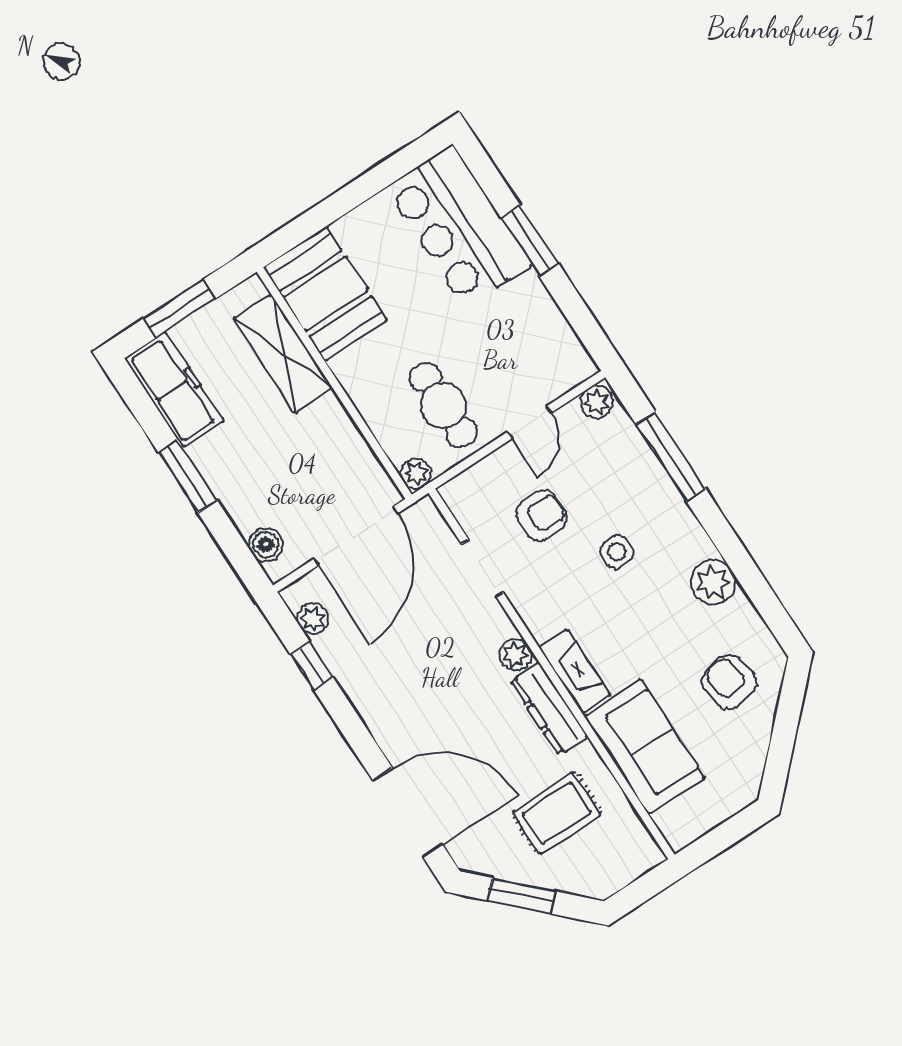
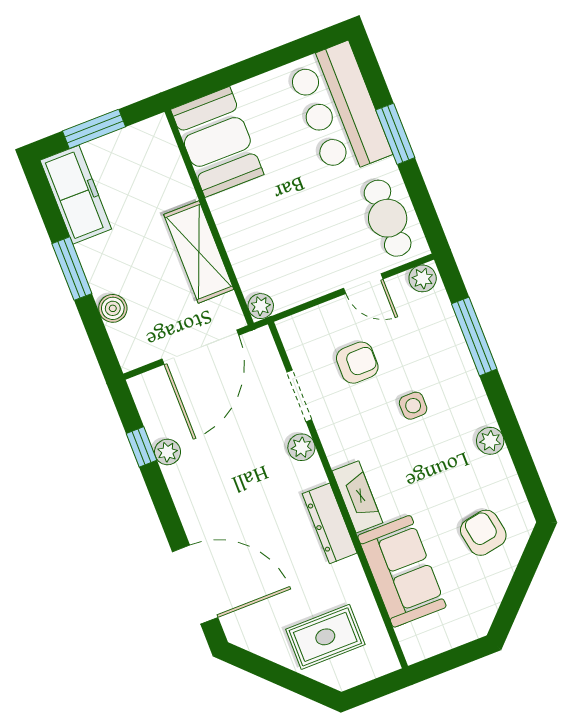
shelving: (283, 354) -> (199, 252), moved
cafe table: (443, 405) -> (388, 218), moved
door: (529, 422) -> (363, 284), hinge flipped
boiler: (266, 545) -> (113, 308), moved
plant: (713, 582) -> (490, 441), width x0.73, depth x0.73
plant: (313, 619) -> (168, 452), moved
plant: (515, 655) -> (301, 447), moved
rug: (556, 813) -> (325, 637), moved
window: (522, 896) -> (275, 673), removed

